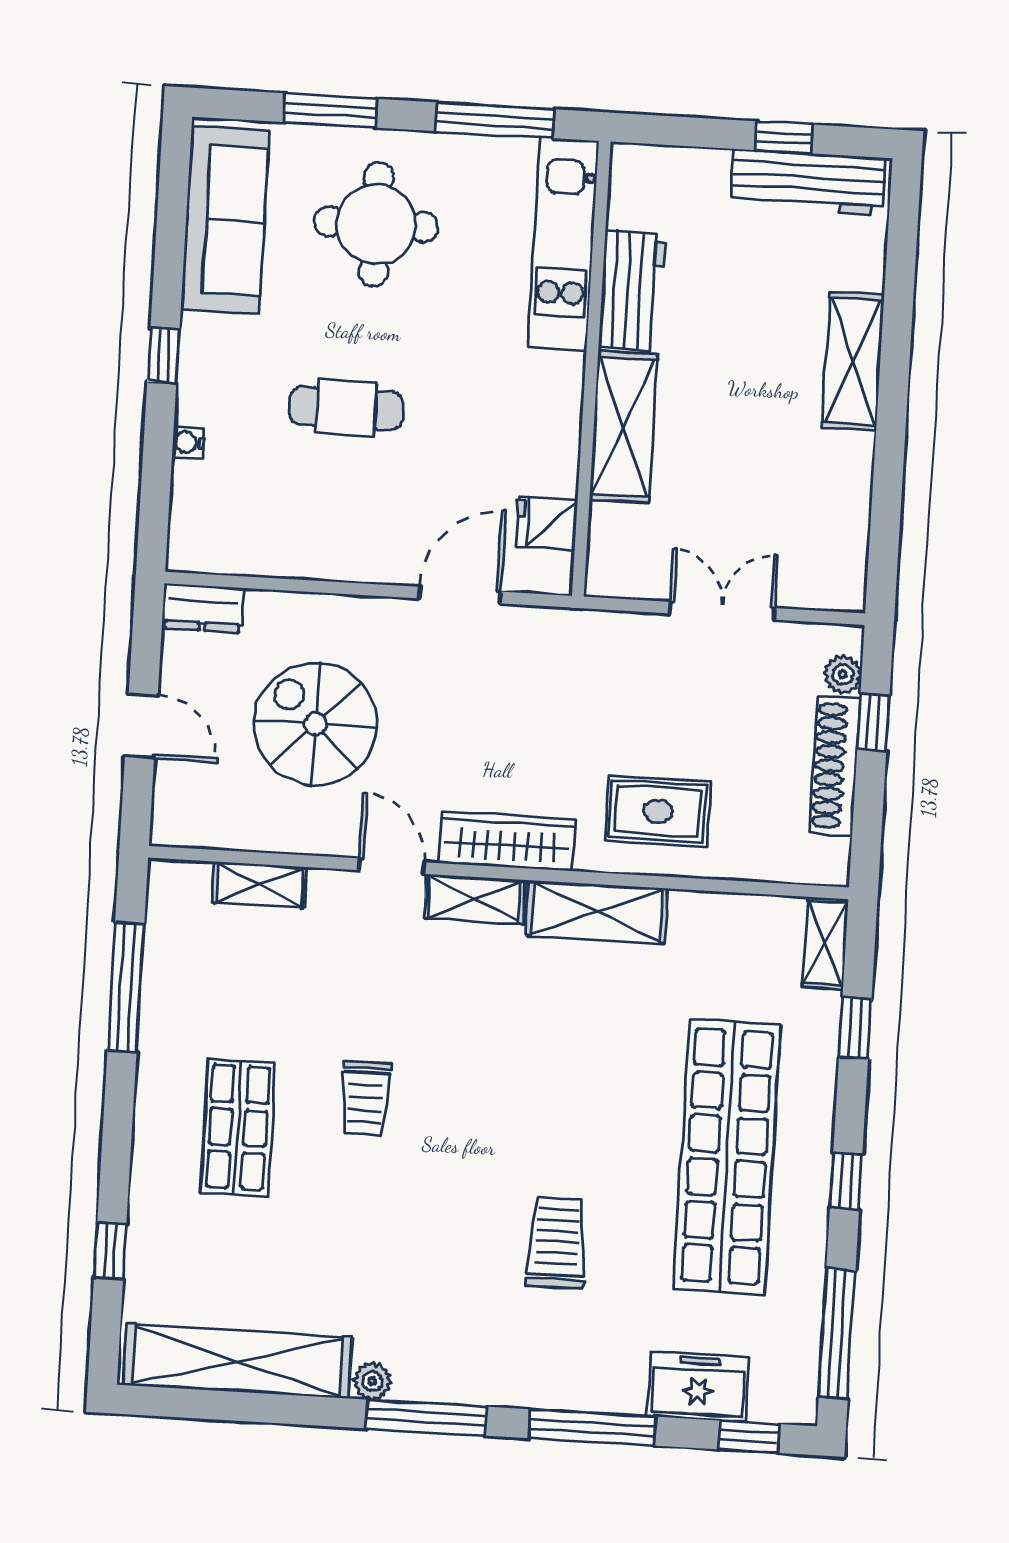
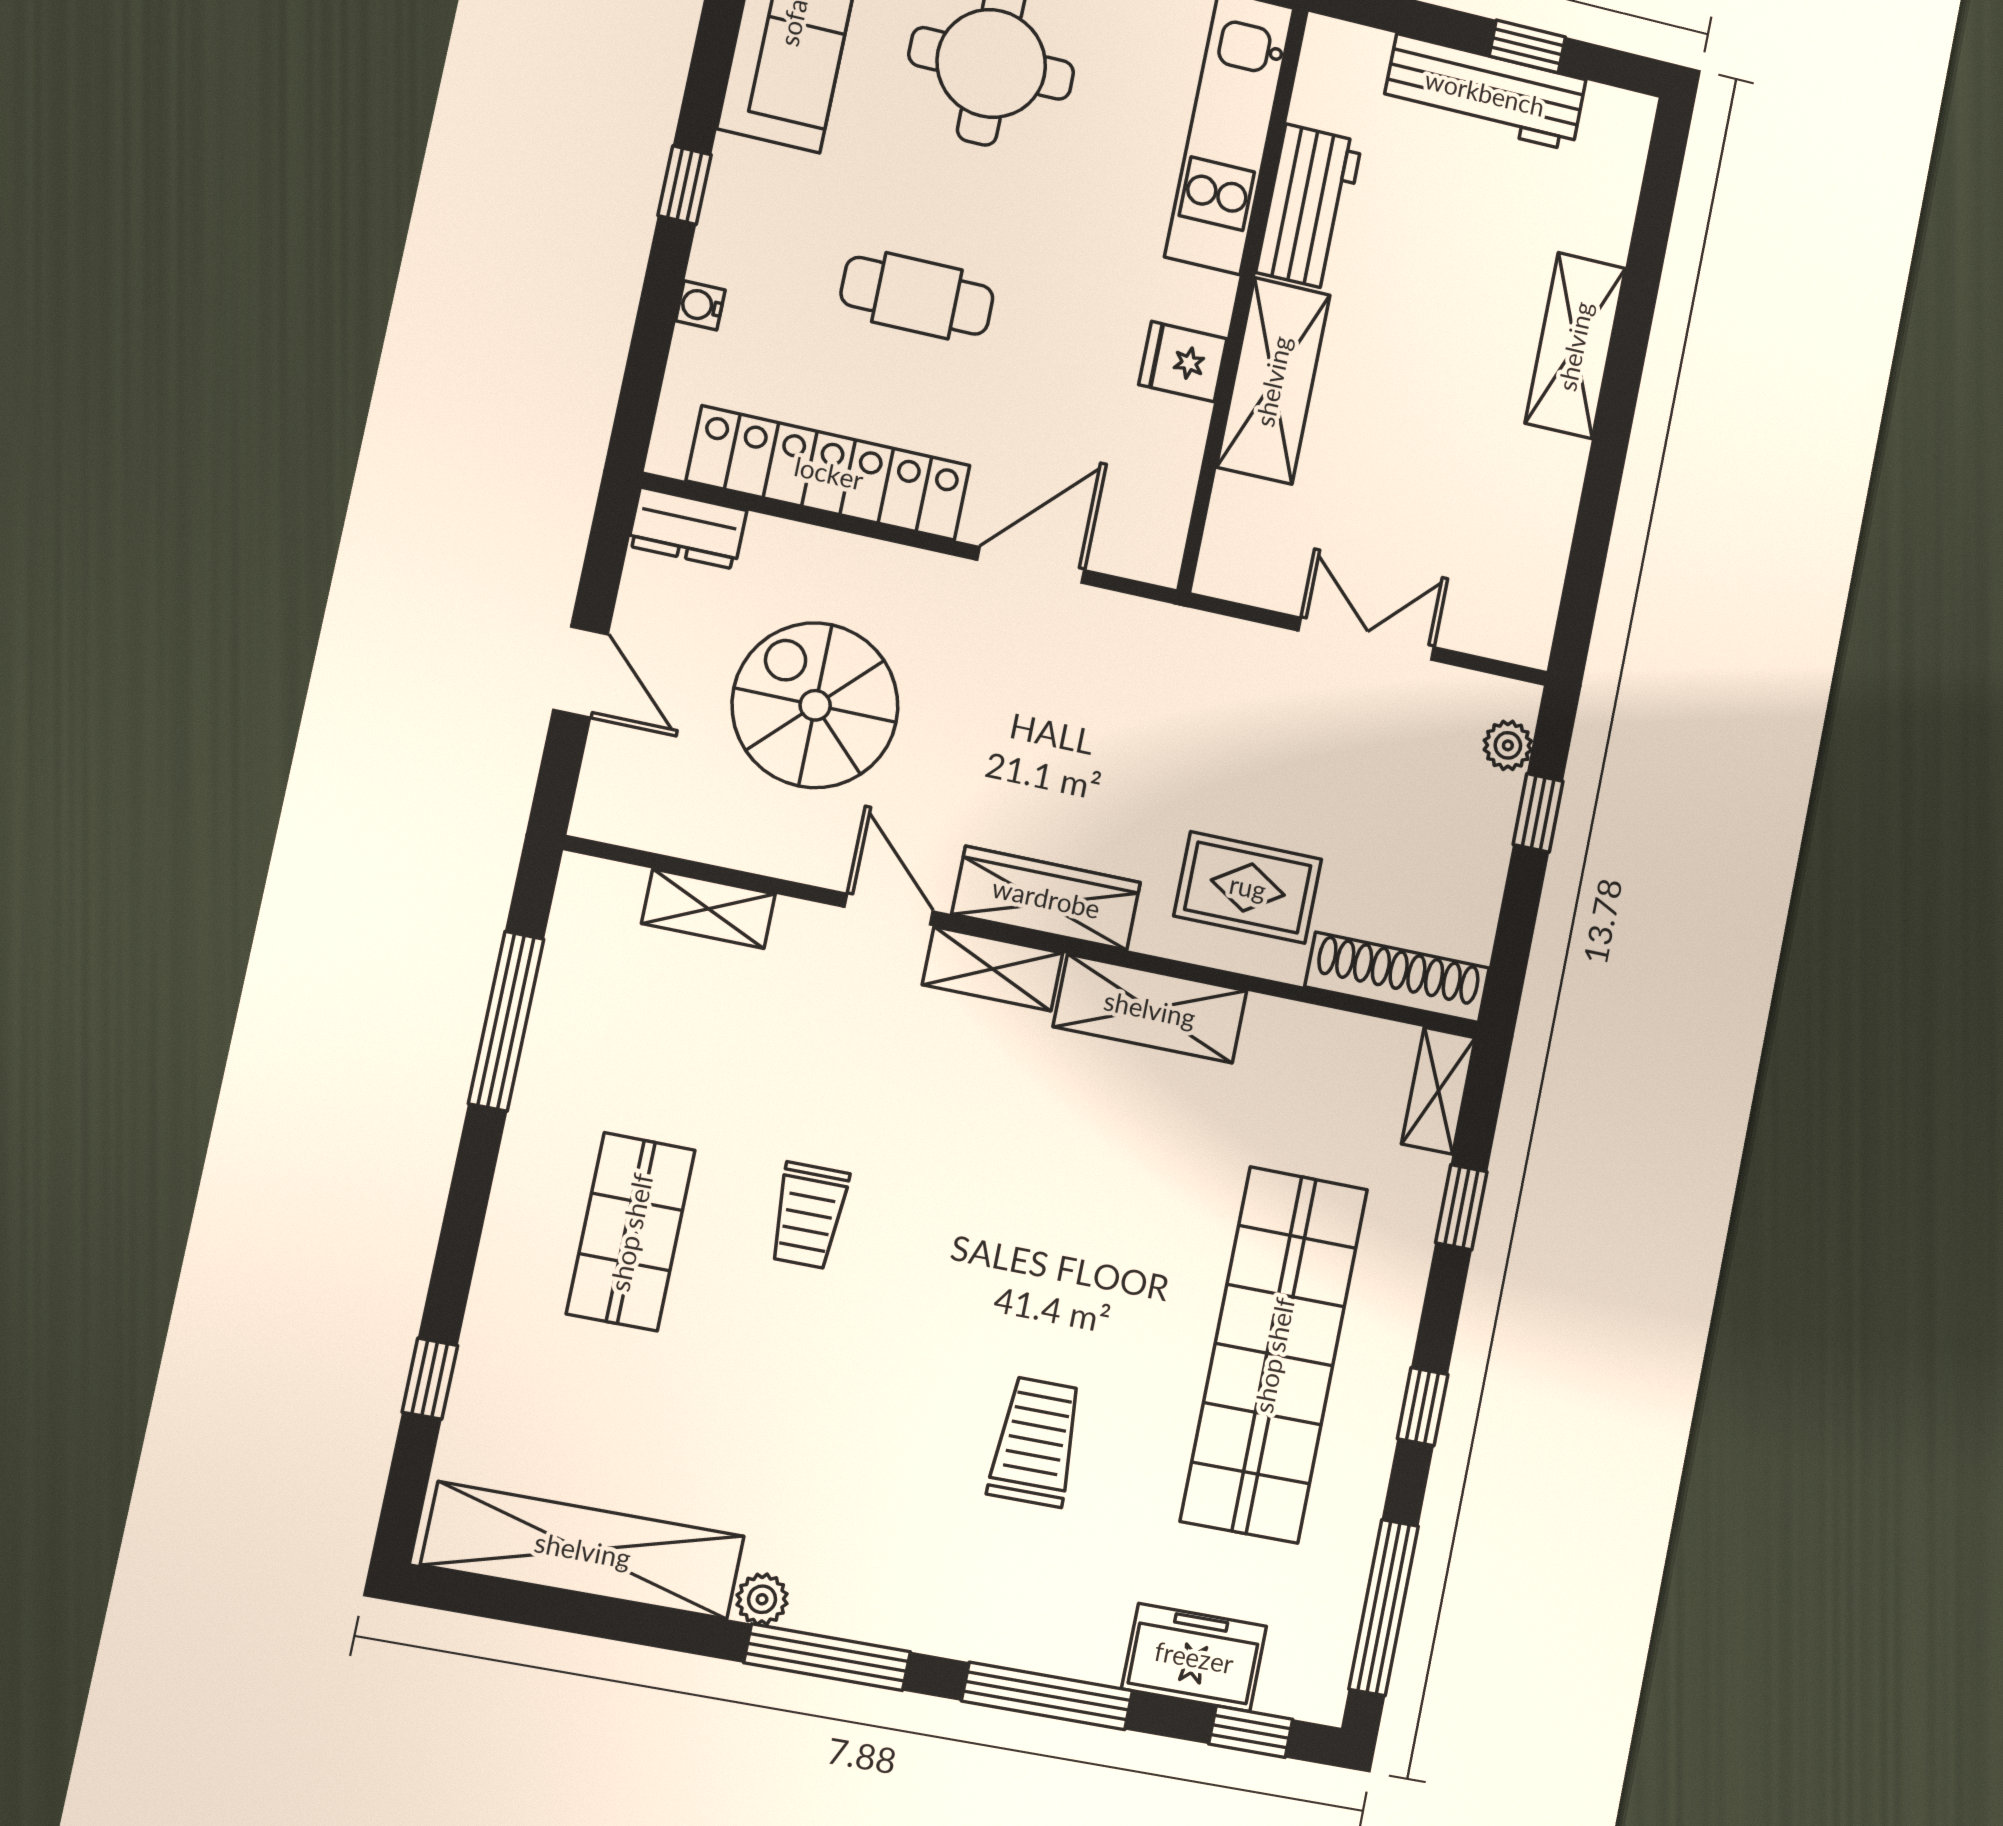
workbench: (808, 182) -> (1485, 93), moved
fridge: (547, 523) -> (1183, 362), moved
locker: (300, 551) -> (829, 473), added
shoe rack: (835, 766) -> (1397, 977), moved, turned 90

